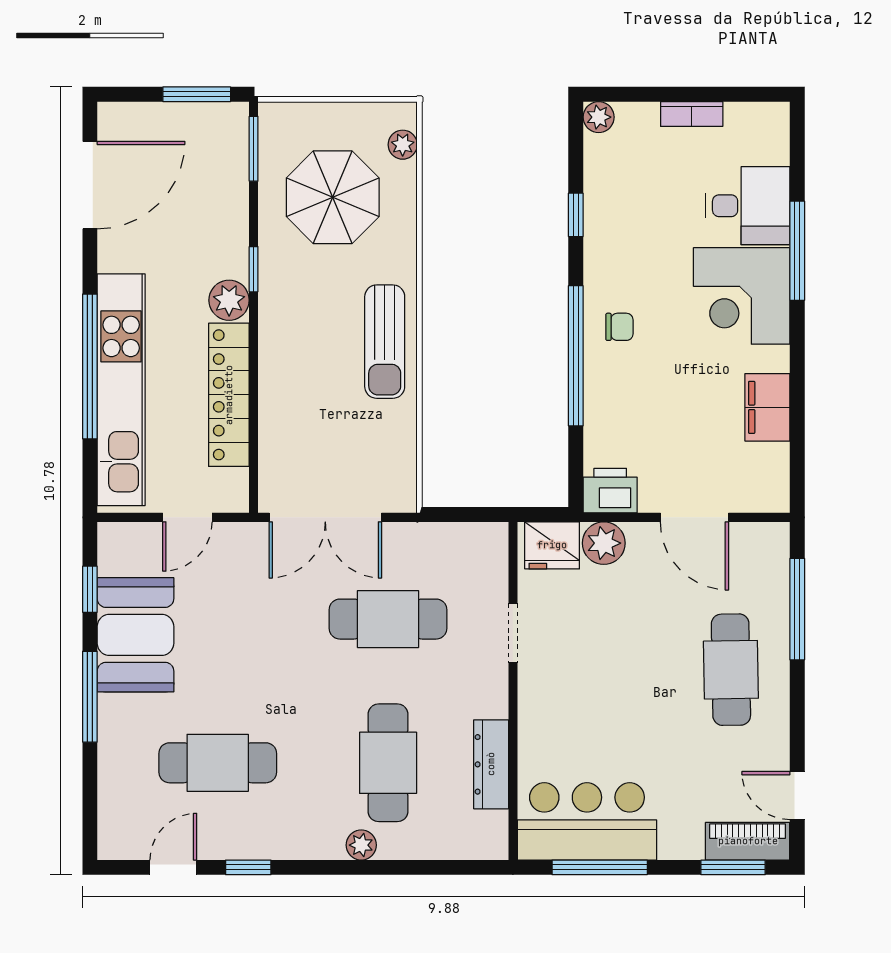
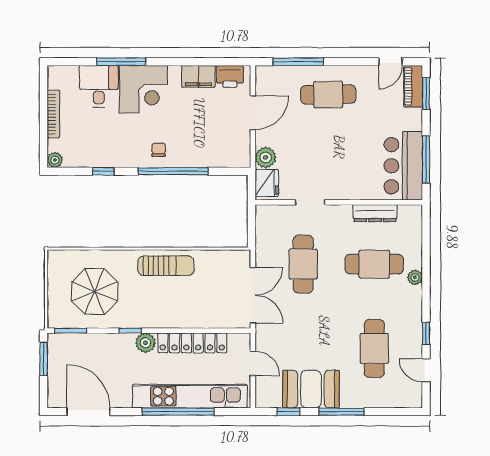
bookcase: (692, 114) -> (53, 114), width x1.56
plant: (403, 145) -> (69, 257), removed
printer: (610, 491) -> (230, 76), moved, turned -90

